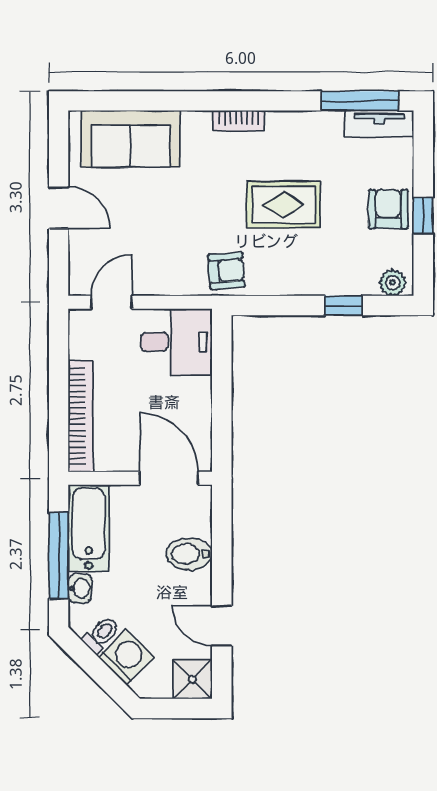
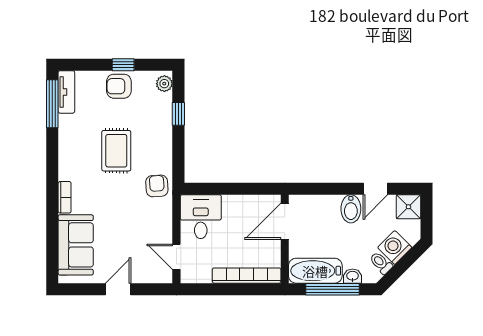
bookcase: (239, 121) -> (65, 197), moved
bidet: (189, 554) -> (351, 209), moved

